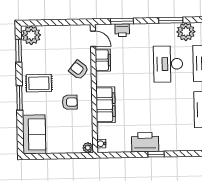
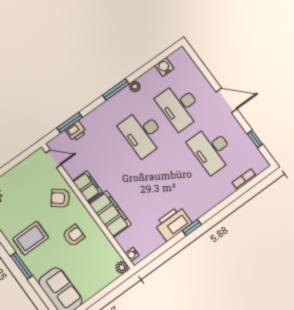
plant: (186, 32) -> (135, 87), width x0.53, depth x0.53
filing cabinet: (103, 60) -> (87, 186), moved

